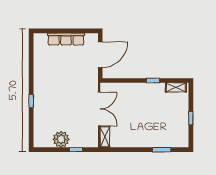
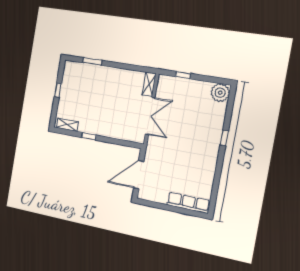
row of seats: (66, 39) -> (188, 203), moved
double door: (99, 109) -> (150, 116), swing flipped
plant: (61, 139) -> (220, 93), moved

